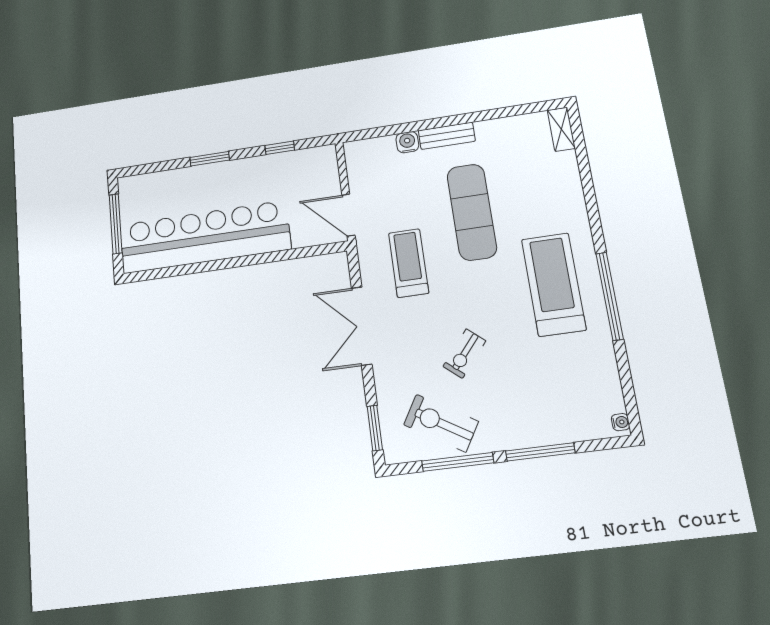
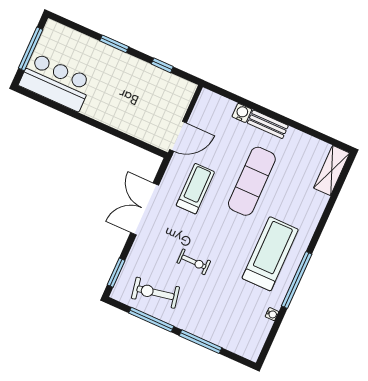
shelving: (561, 129) -> (332, 171), width x1.50, depth x1.33
door: (348, 215) -> (178, 136), swing flipped
bar counter: (205, 237) -> (56, 82), width x0.54
exercise bike: (464, 354) -> (194, 262), turned -130
water cooler: (620, 422) -> (272, 314), moved
exercise bike: (441, 423) -> (155, 293), turned -42

